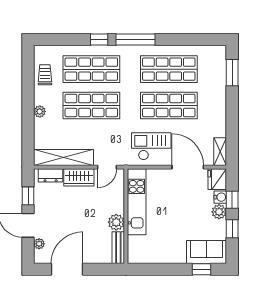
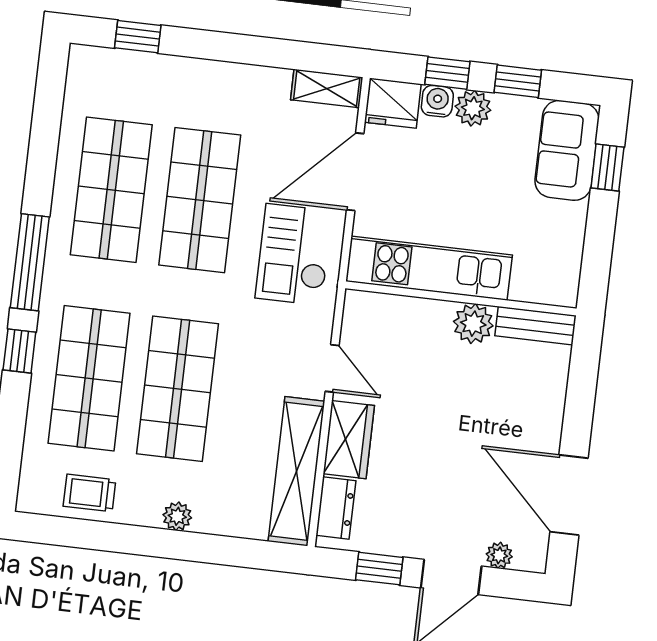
window: (232, 73) -> (138, 37), width x0.67
kitchen unit: (137, 202) -> (429, 268), moved
wall: (126, 216) -> (461, 298), moved
plant: (116, 222) -> (473, 324), moved
bench: (118, 248) -> (535, 326), moved

